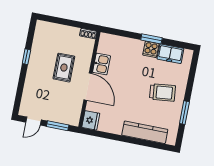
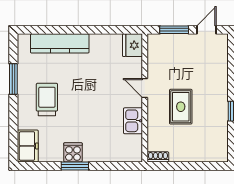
freezer: (170, 54) -> (28, 146), moved, turned 90
door: (88, 87) -> (145, 88), width x0.53
trolley: (163, 92) -> (47, 99), turned 96

